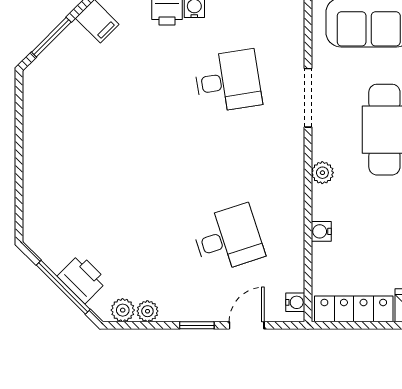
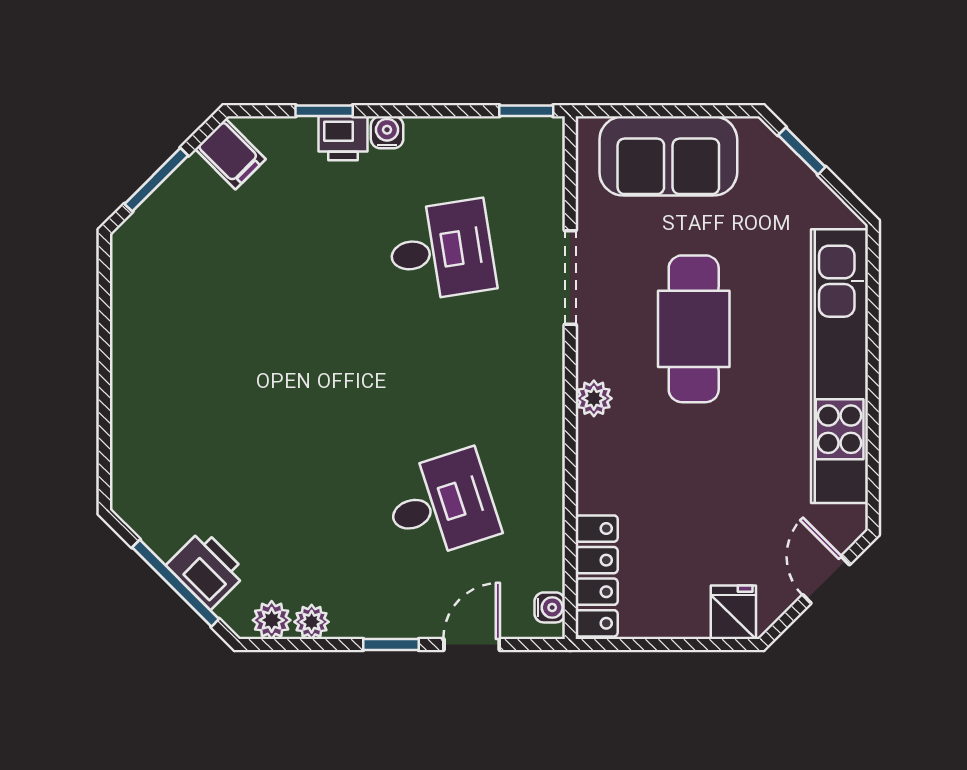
water cooler: (321, 231) -> (592, 493), removed
locker: (354, 309) -> (597, 576), moved, turned 90

